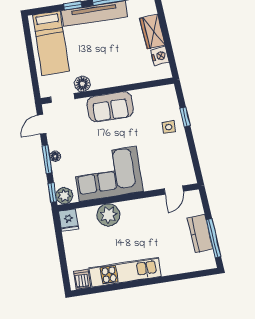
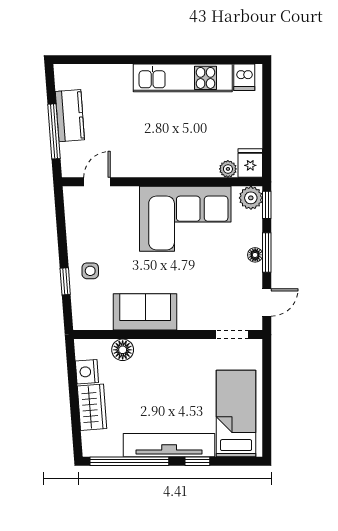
floor lamp: (82, 84) -> (123, 350), moved
sofa: (110, 107) -> (145, 312), moved
plant: (108, 215) -> (228, 169), moved, width x0.53, depth x0.53
window: (213, 238) -> (54, 131), moved

